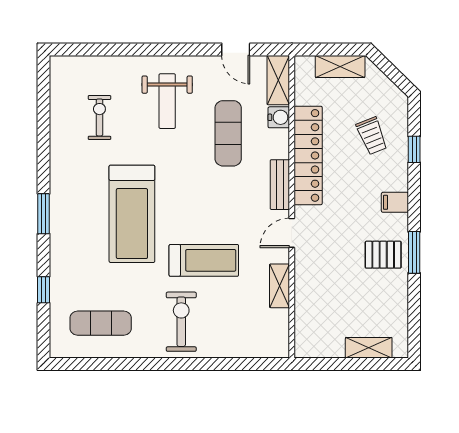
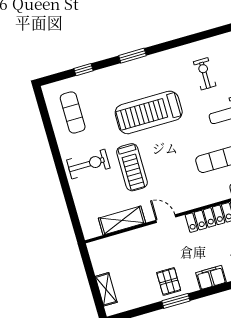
exercise bike: (99, 117) -> (205, 74), turned -90
bench: (280, 185) -> (195, 202), removed
filing cabinet: (395, 202) -> (211, 277), width x2.00
shelving: (280, 286) -> (122, 220), width x1.50, depth x1.33

